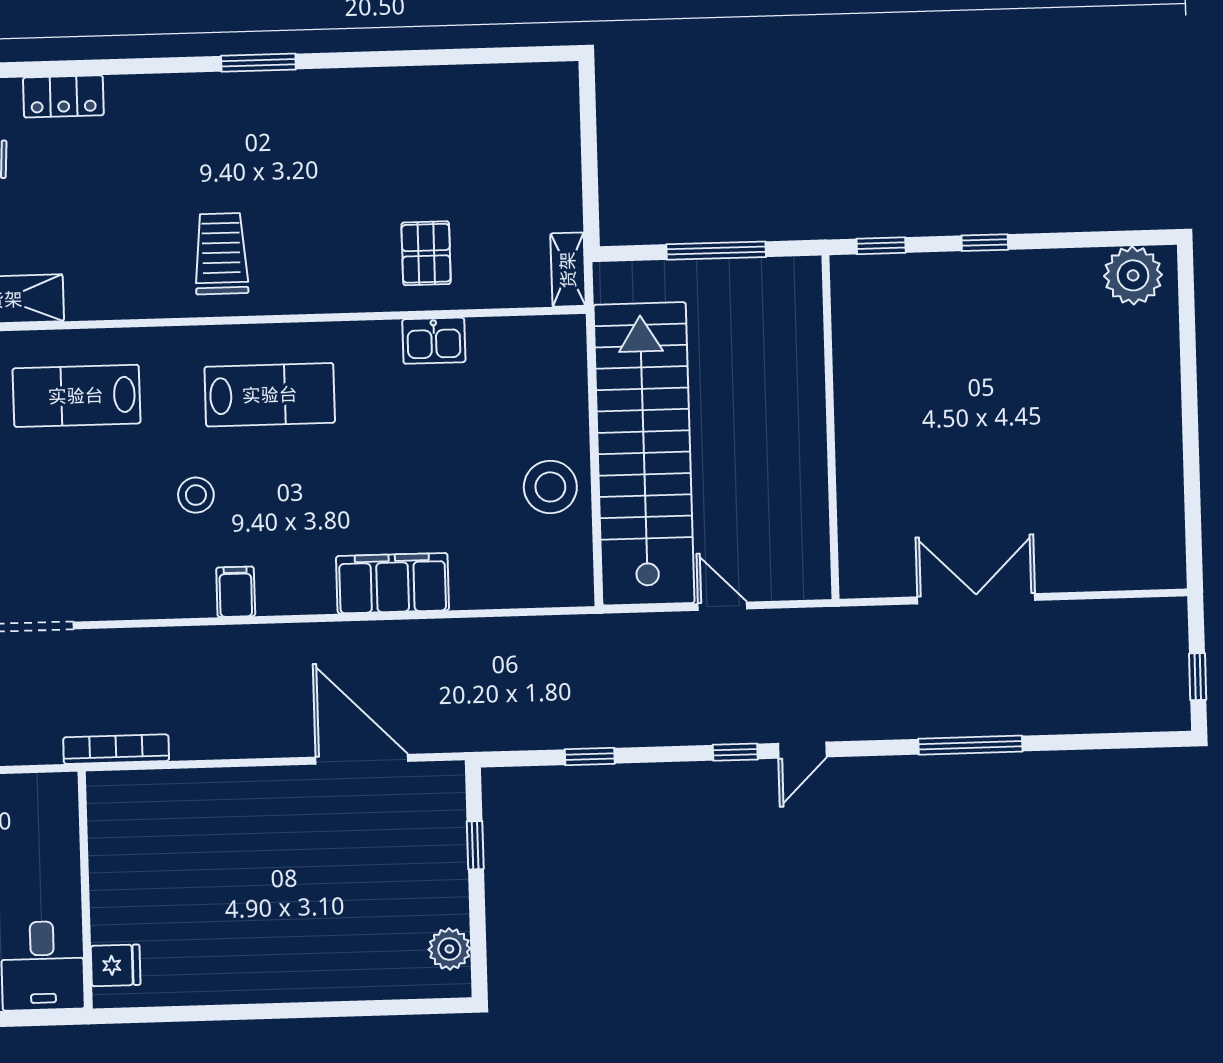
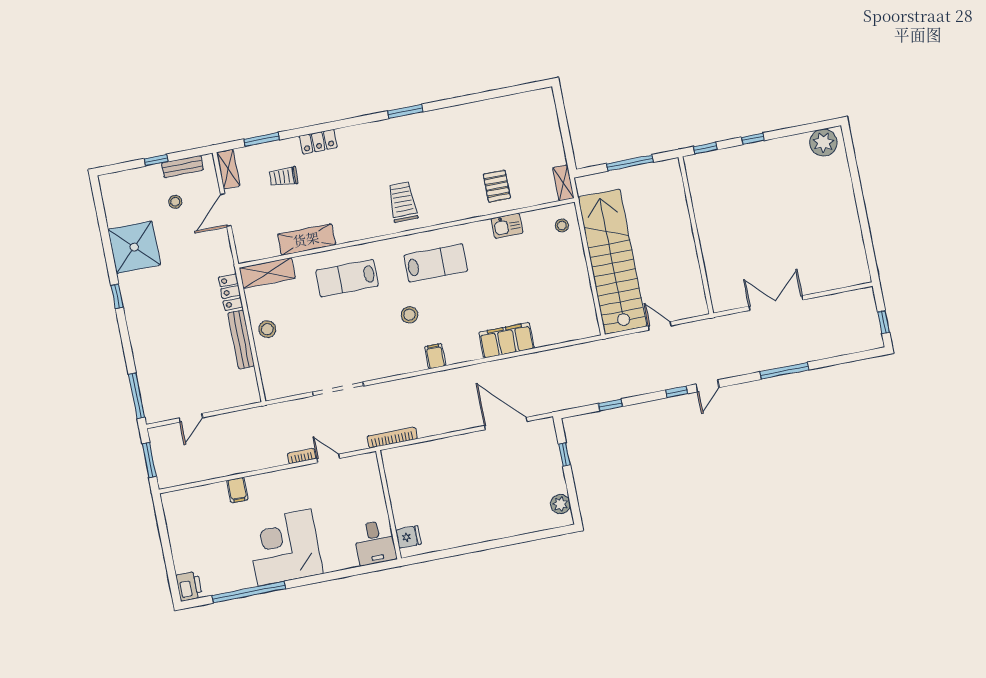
stool: (550, 487) -> (562, 225), moved, width x0.53, depth x0.53

